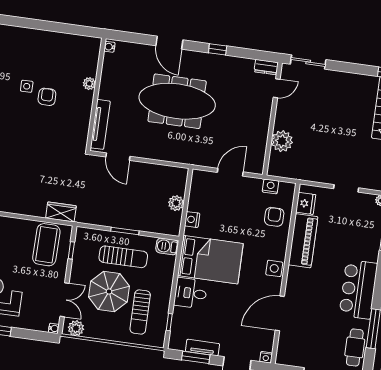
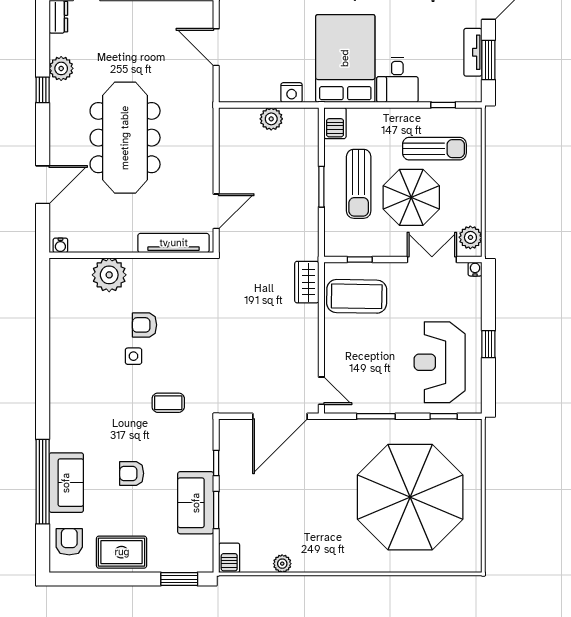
door: (169, 43) -> (43, 185), moved
plant: (230, 64) -> (61, 68), added
plant: (89, 84) -> (109, 275), width x1.88, depth x1.88
sun lounger: (123, 257) -> (359, 184), turned 180

